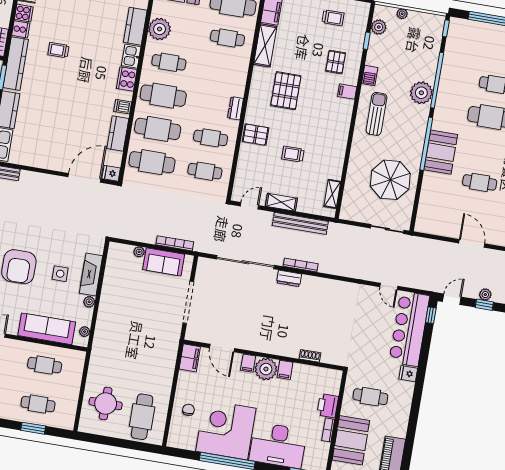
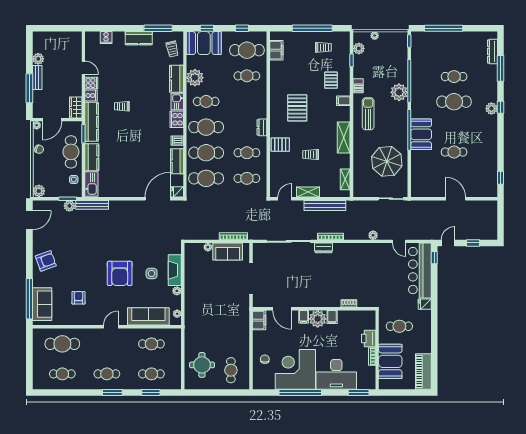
shelving: (265, 45) -> (344, 137), moved
plant: (485, 295) -> (373, 235), moved
cafe table: (142, 417) -> (231, 370), width x0.73, depth x0.74

